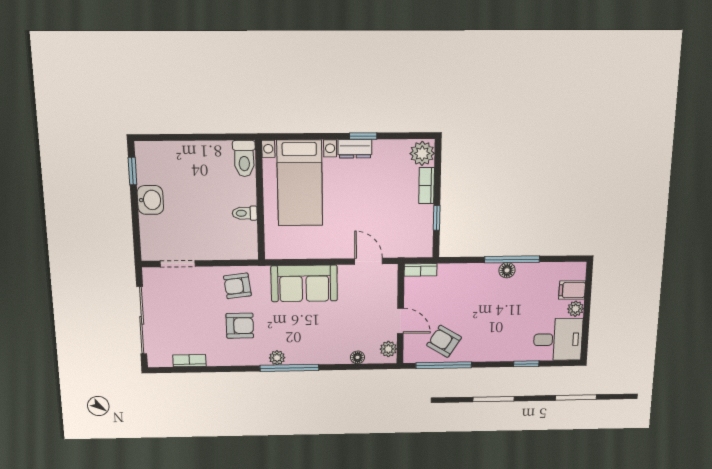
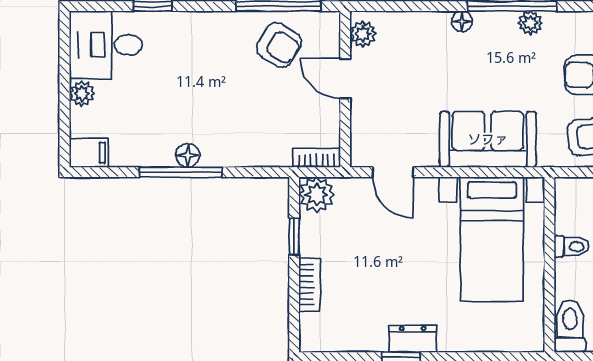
plant: (422, 153) -> (317, 195), moved
bed with nightstands: (300, 183) -> (492, 239), moved, turned 180
filing cabinet: (572, 290) -> (89, 153), moved
floor lamp: (358, 357) -> (462, 21), moved

